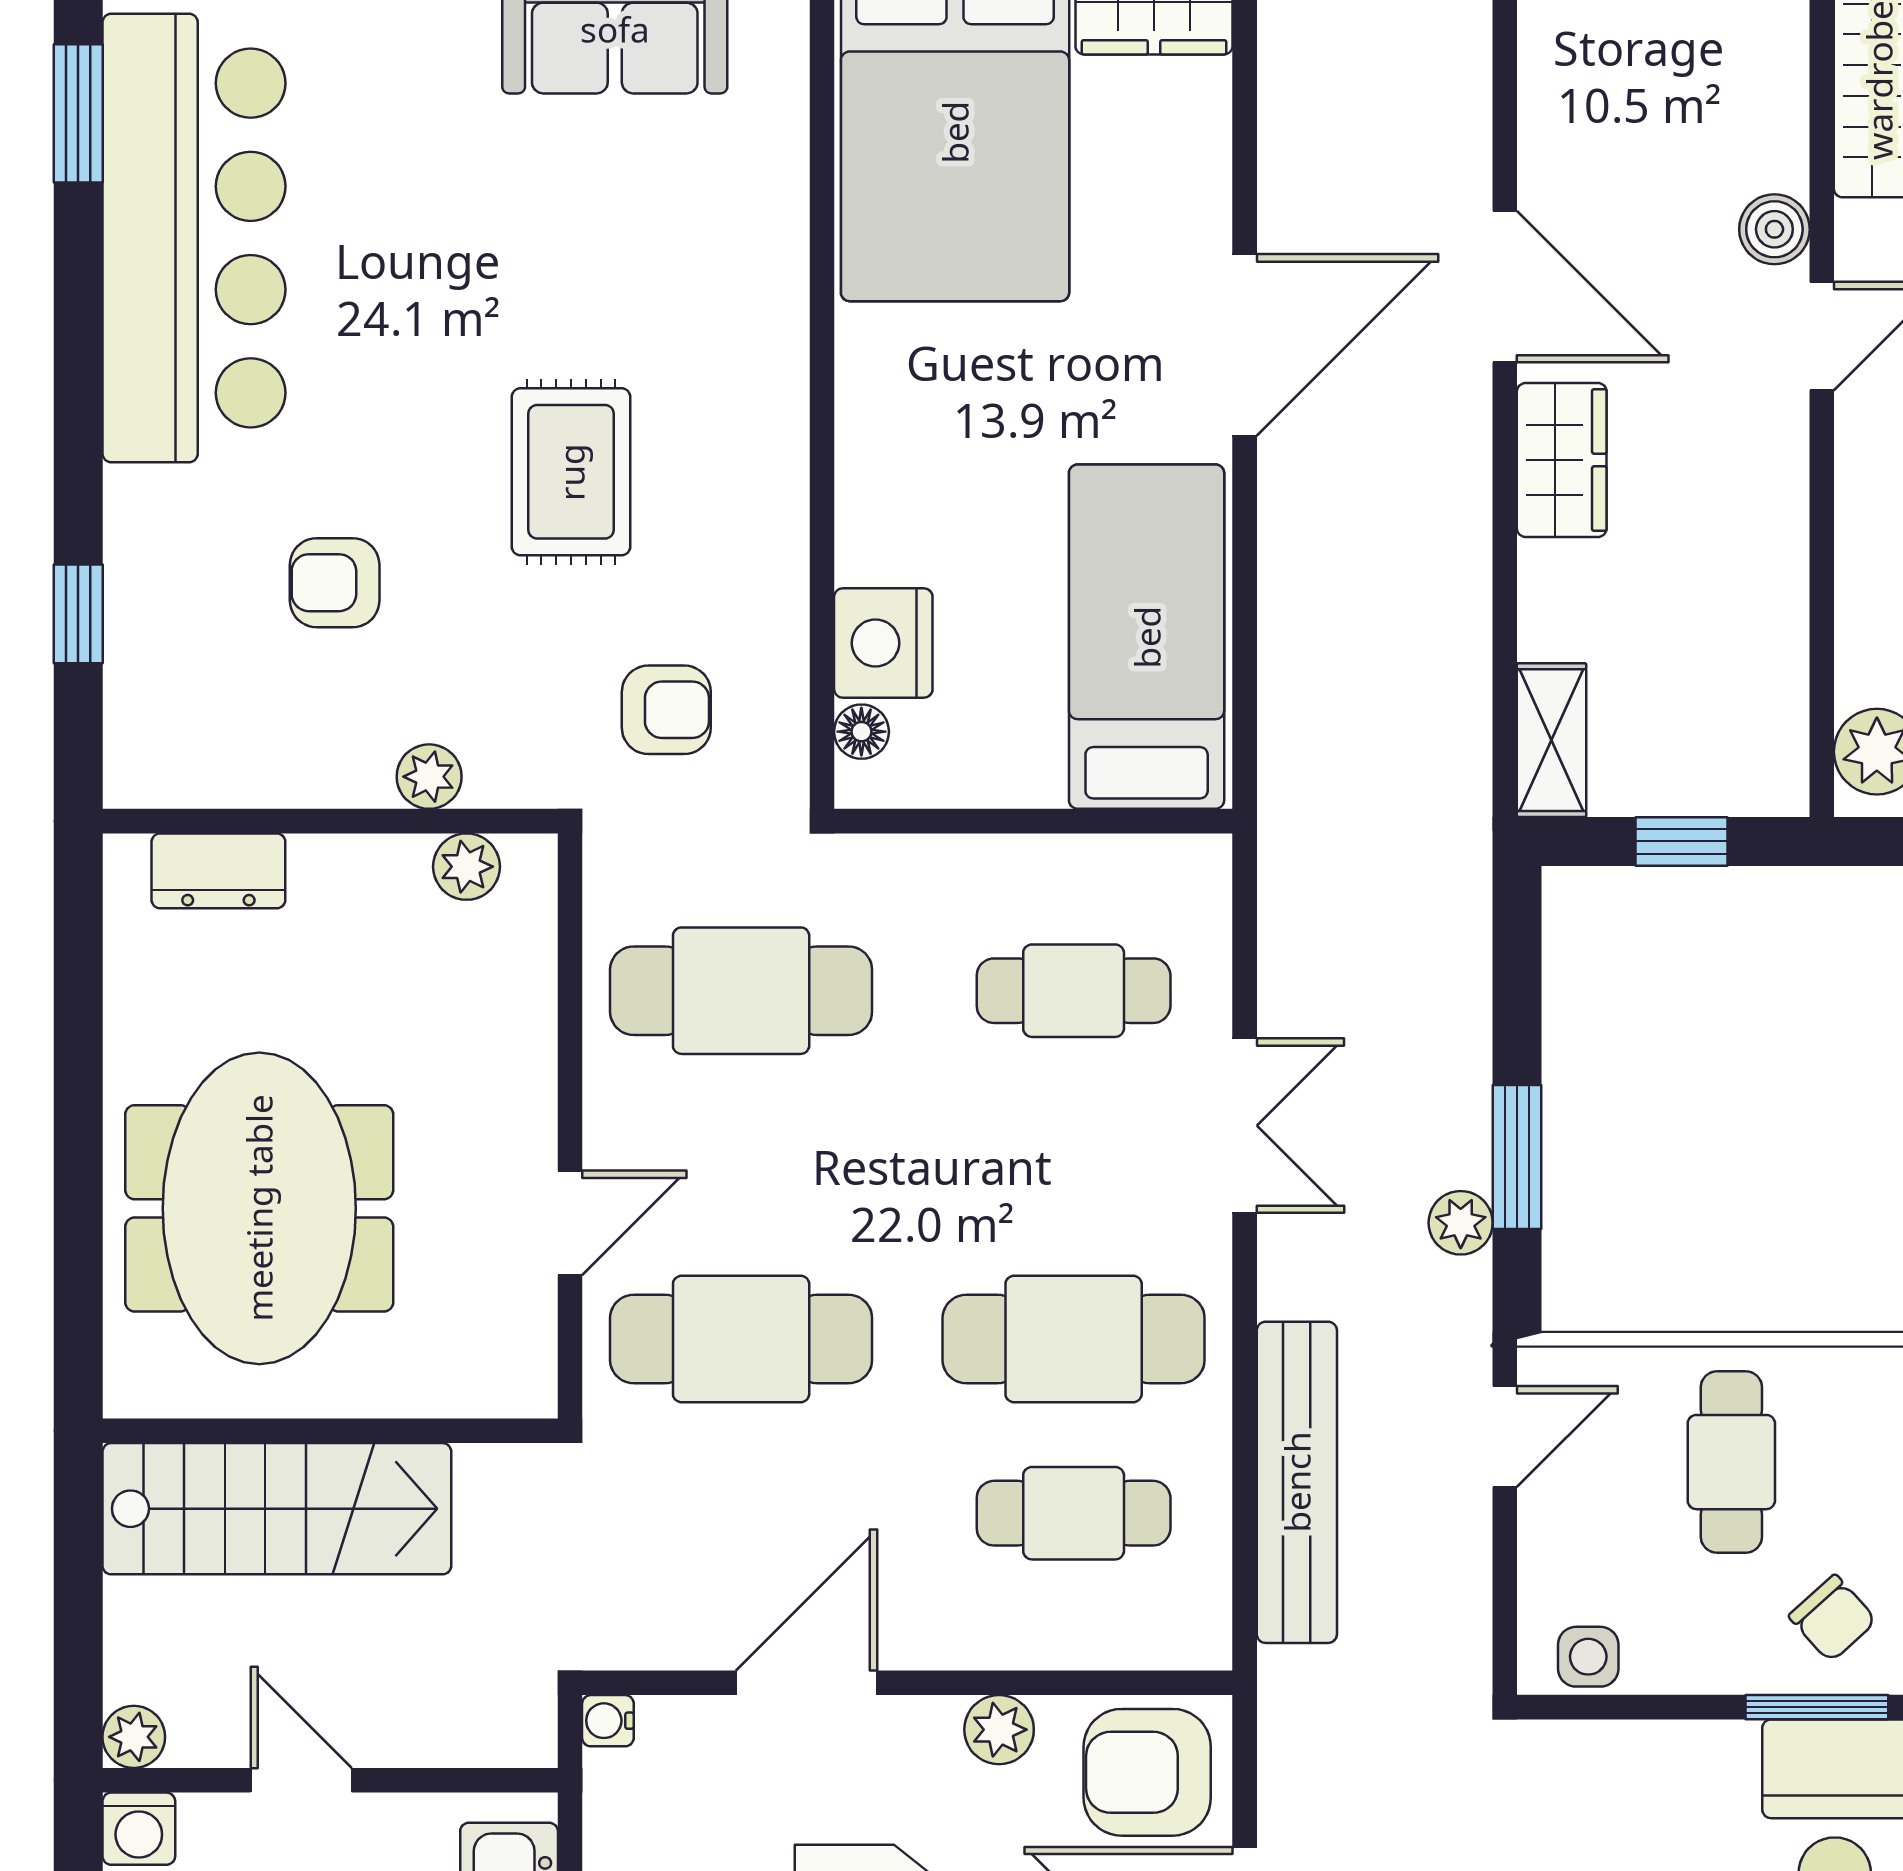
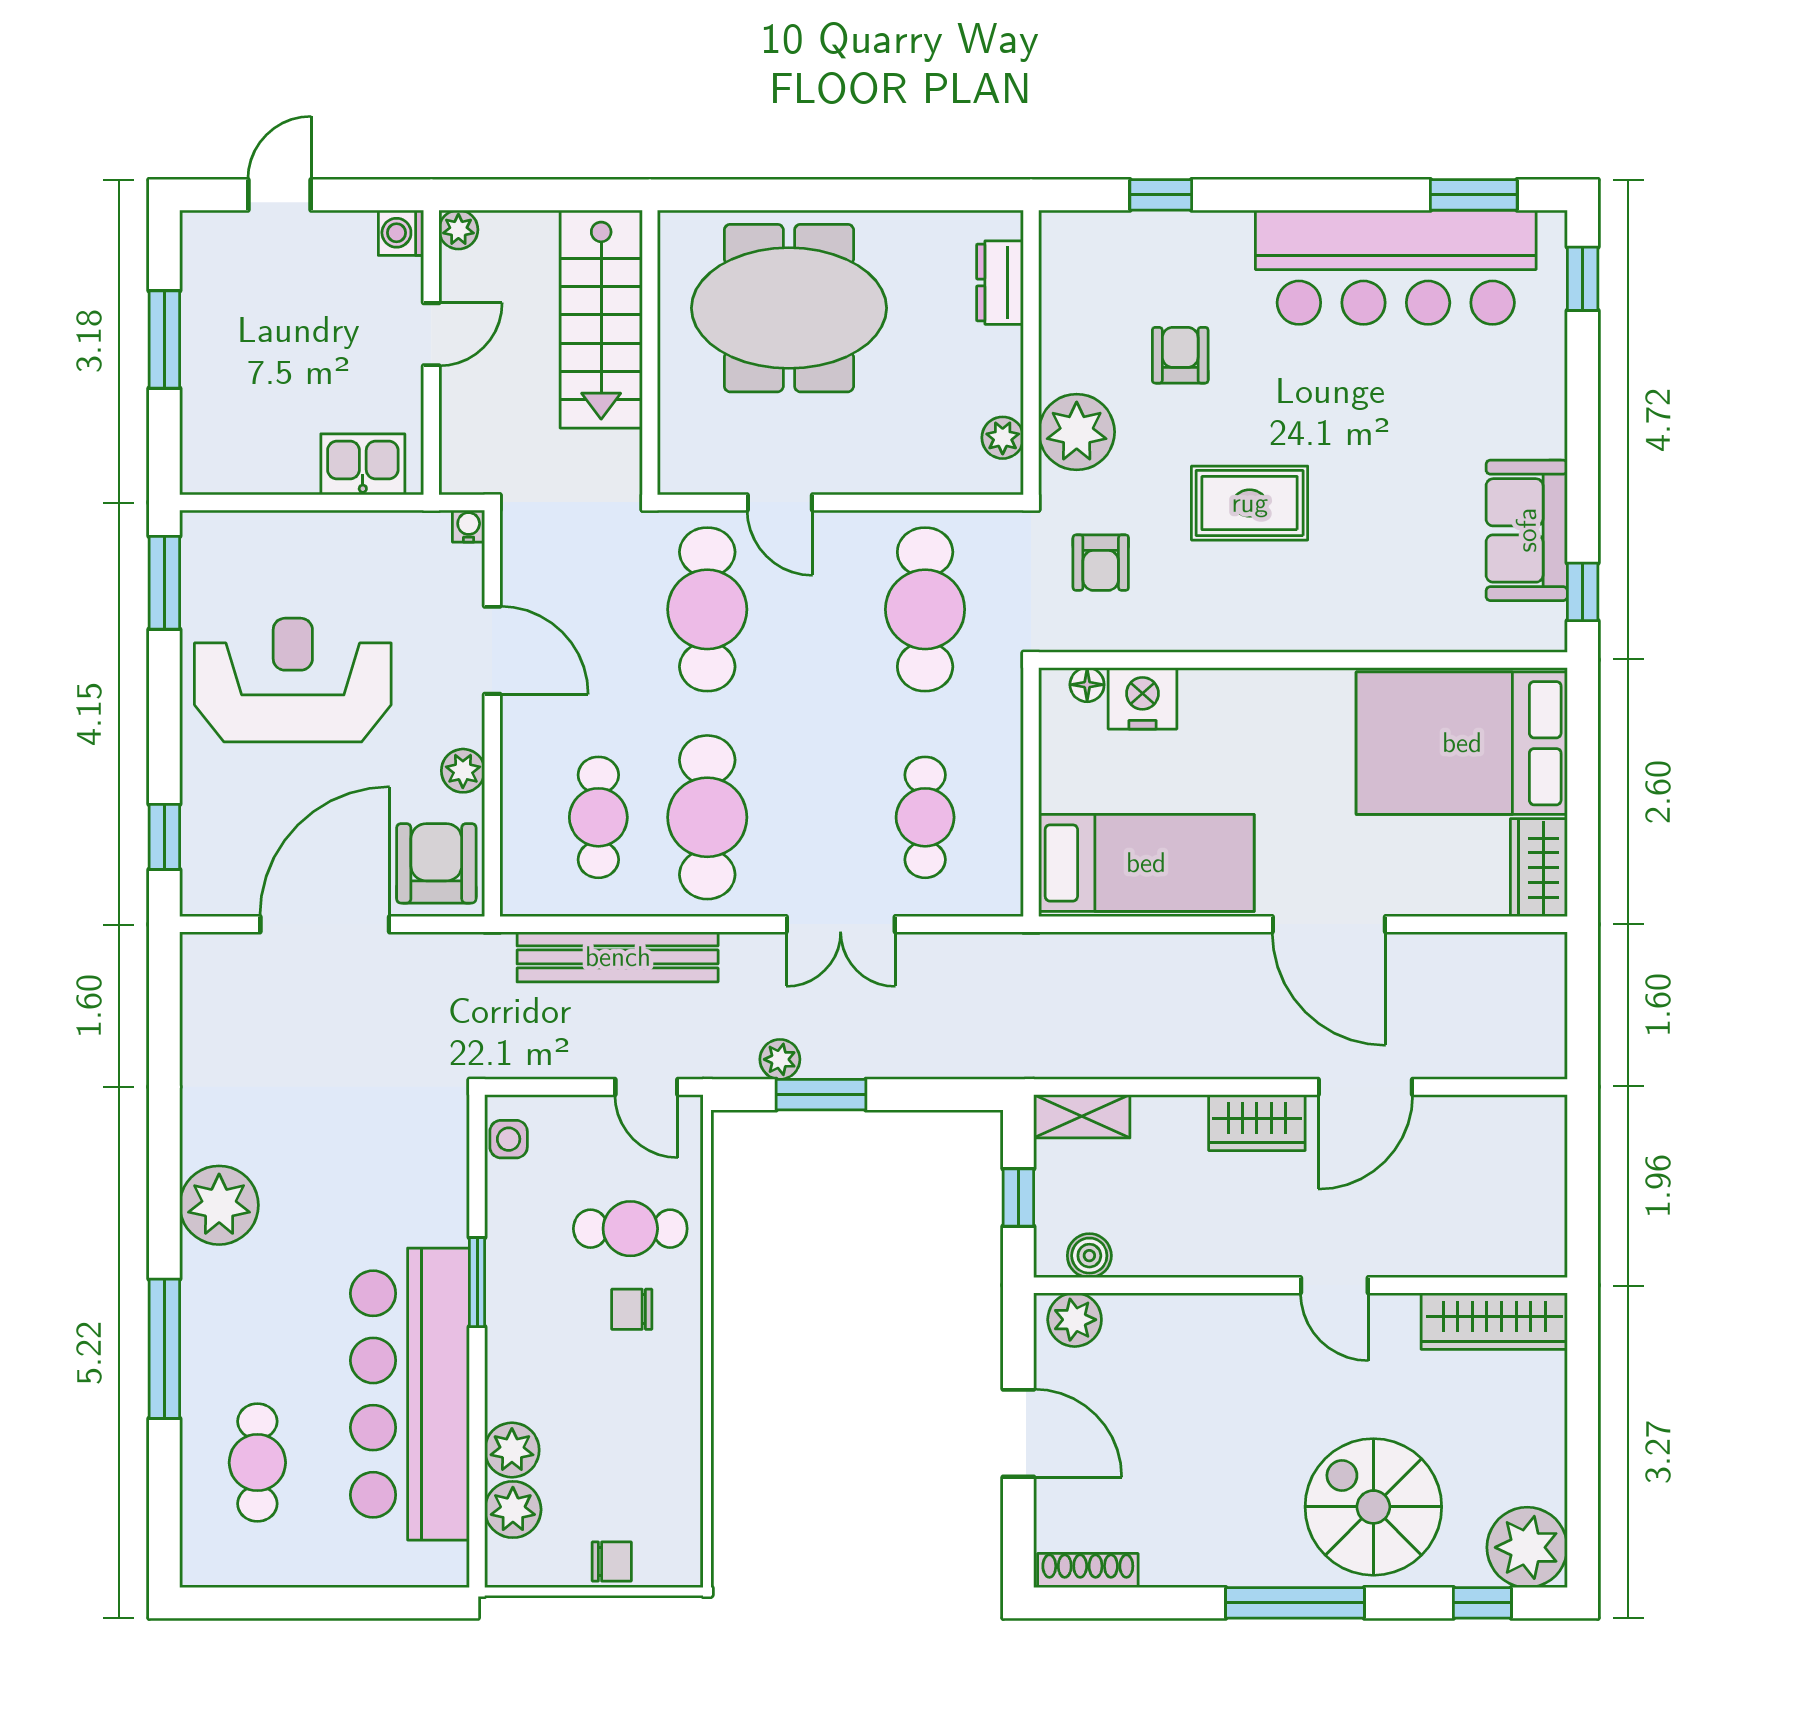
boiler: (1774, 229) -> (1089, 1256), moved
plant: (429, 777) -> (1077, 432), width x1.87, depth x1.87
chair: (1833, 1618) -> (632, 1309), moved, turned 42

